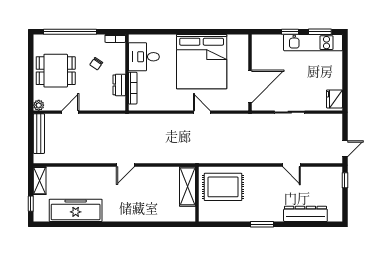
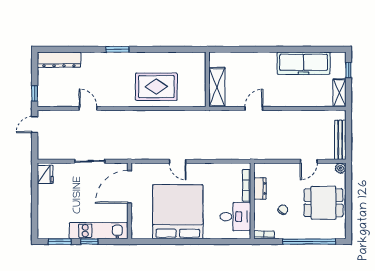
kitchen unit: (313, 43) -> (99, 231), moved
shelving: (188, 186) -> (217, 87), moved
wall: (197, 194) -> (207, 79), moved
dresser: (305, 214) -> (59, 60), moved

